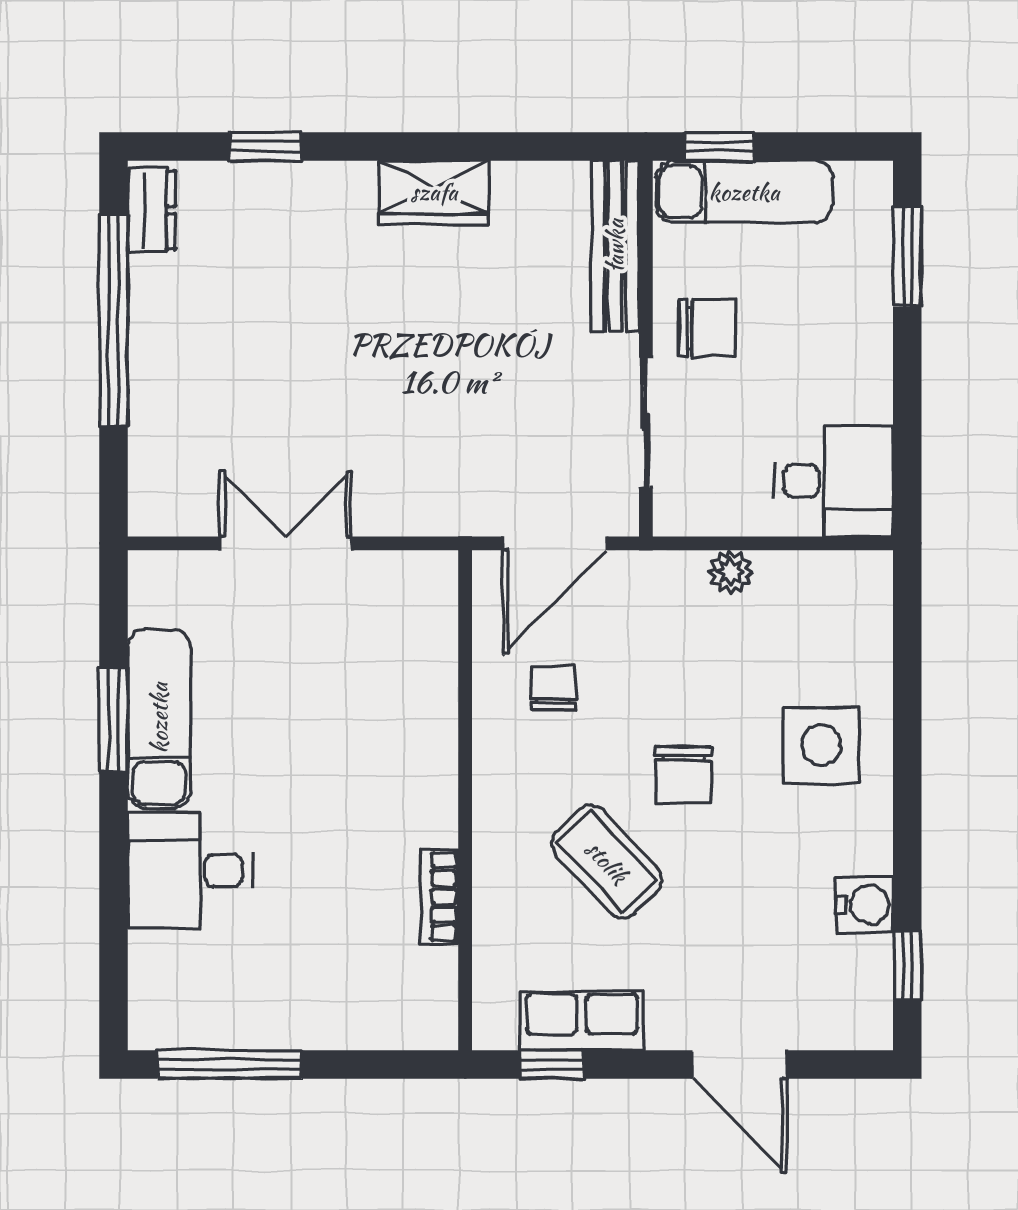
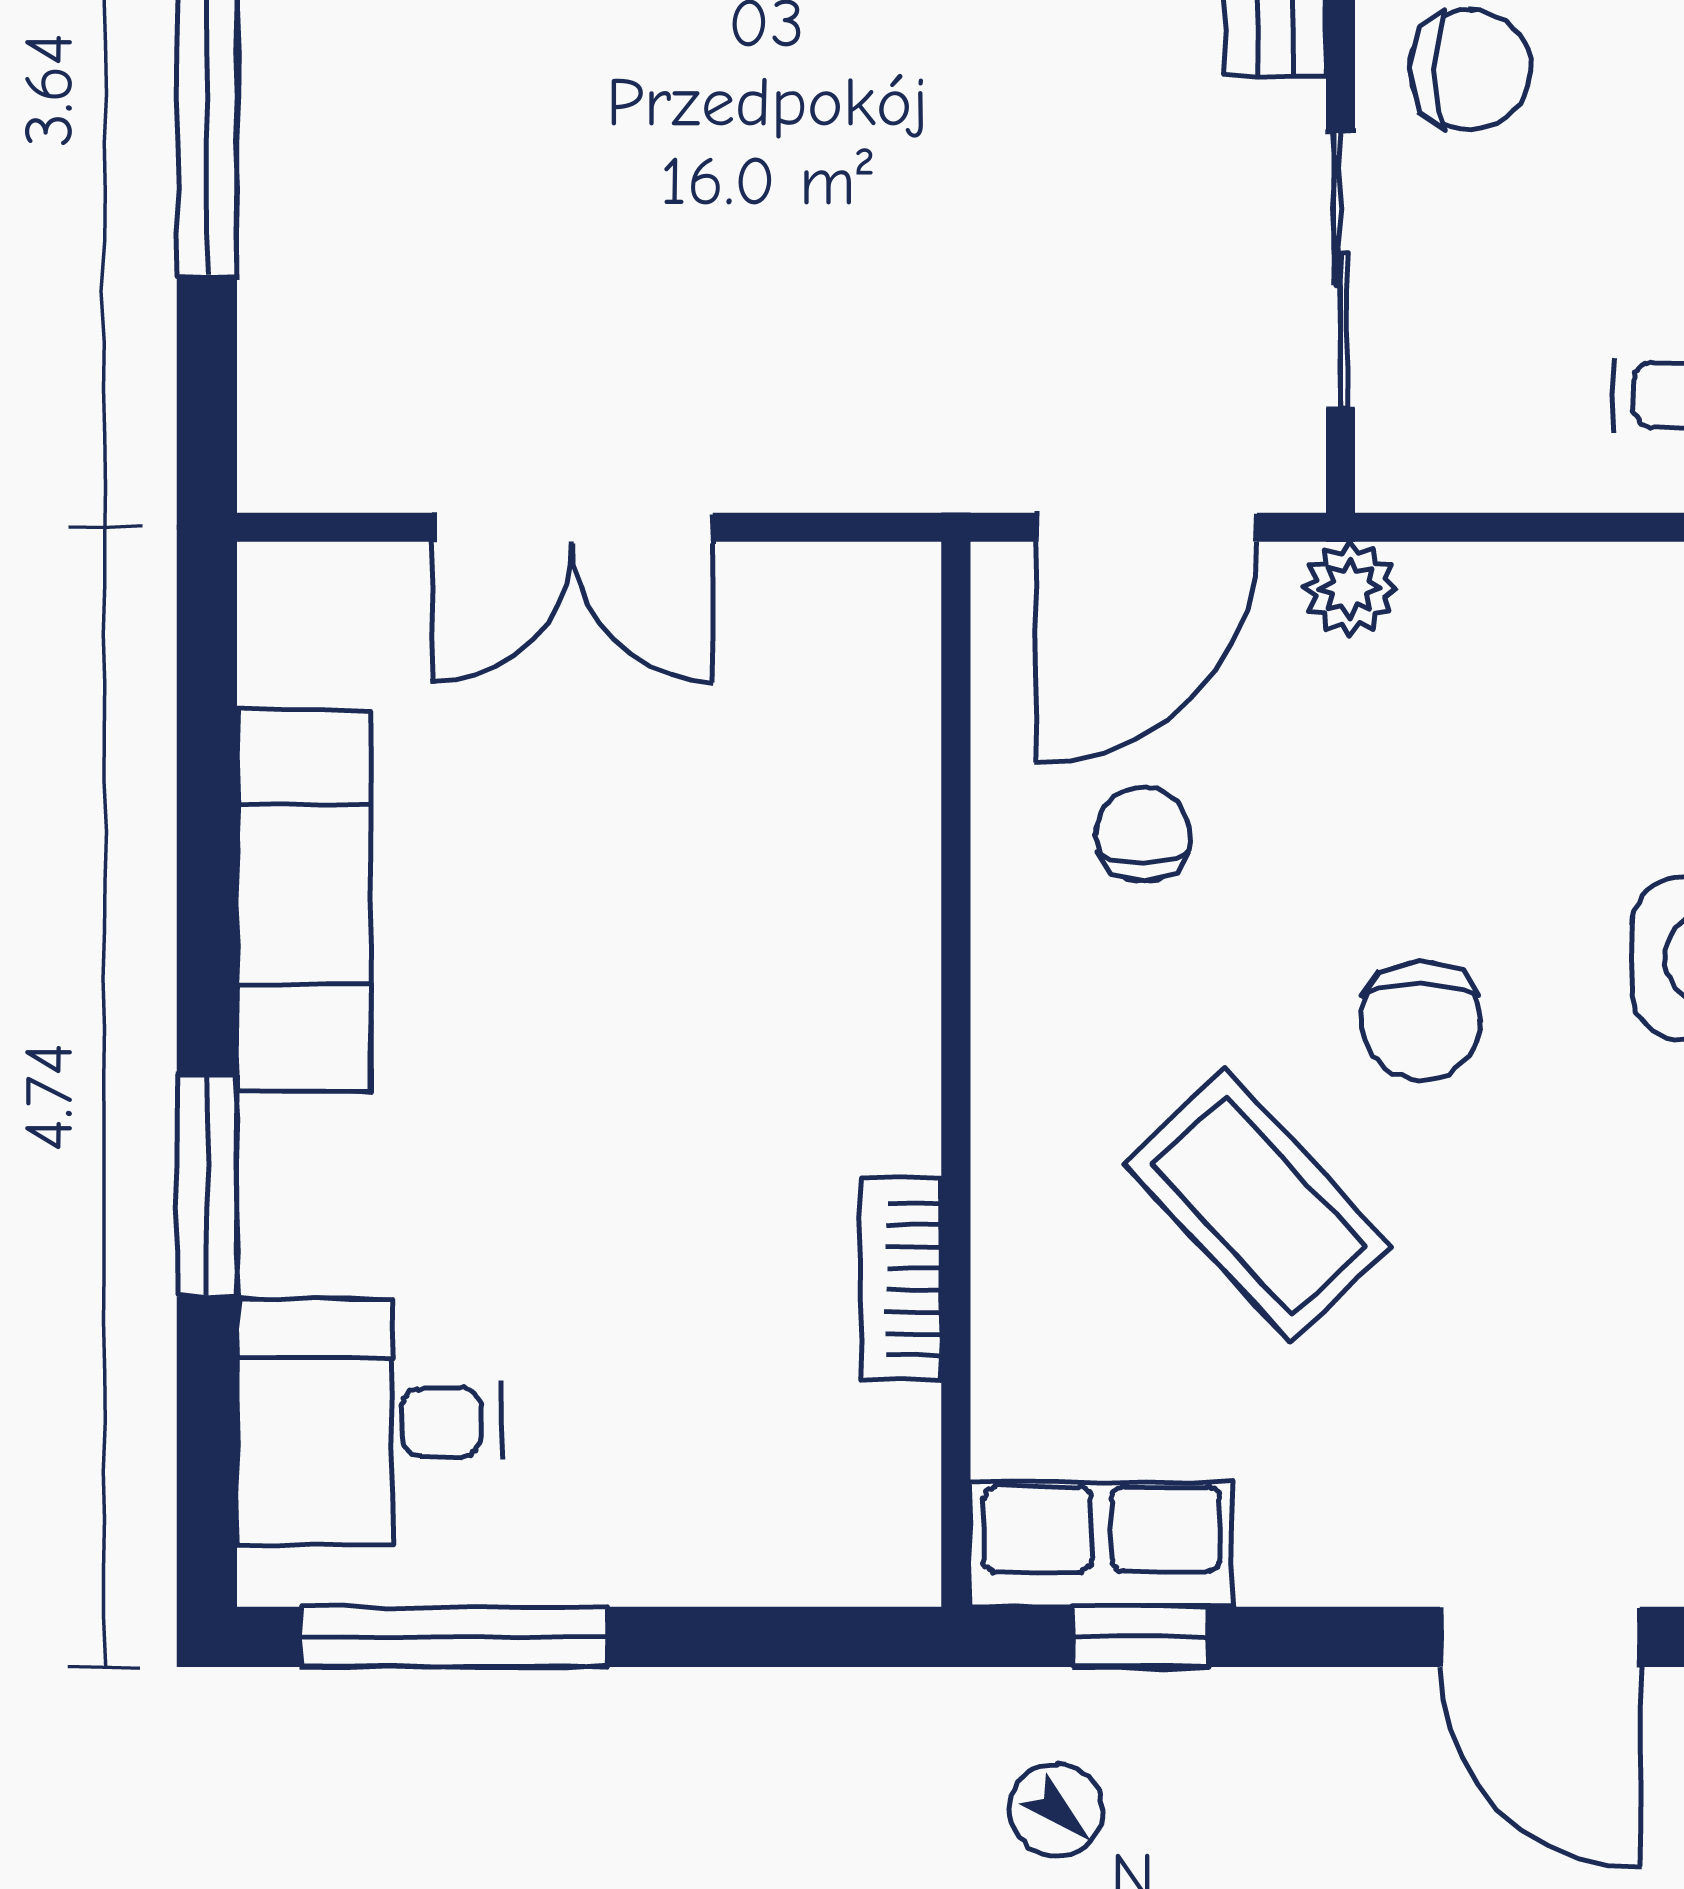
double door: (285, 543) -> (573, 527), swing flipped
plant: (731, 572) -> (1350, 588), moved
window: (113, 720) -> (207, 1185), moved
desk: (190, 870) -> (370, 1422), moved
row of seats: (582, 1021) -> (1101, 1544), moved

